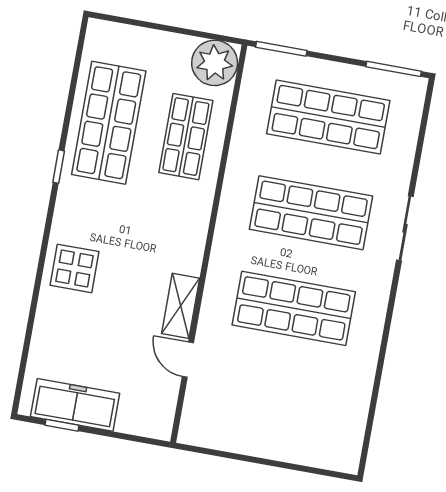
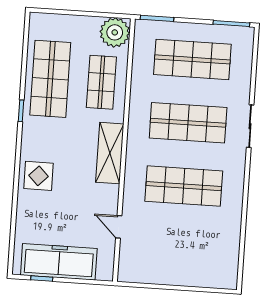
shelving: (181, 306) -> (110, 153), moved, width x1.50, depth x1.33
freezer: (75, 405) -> (59, 262), width x1.36, depth x1.26

